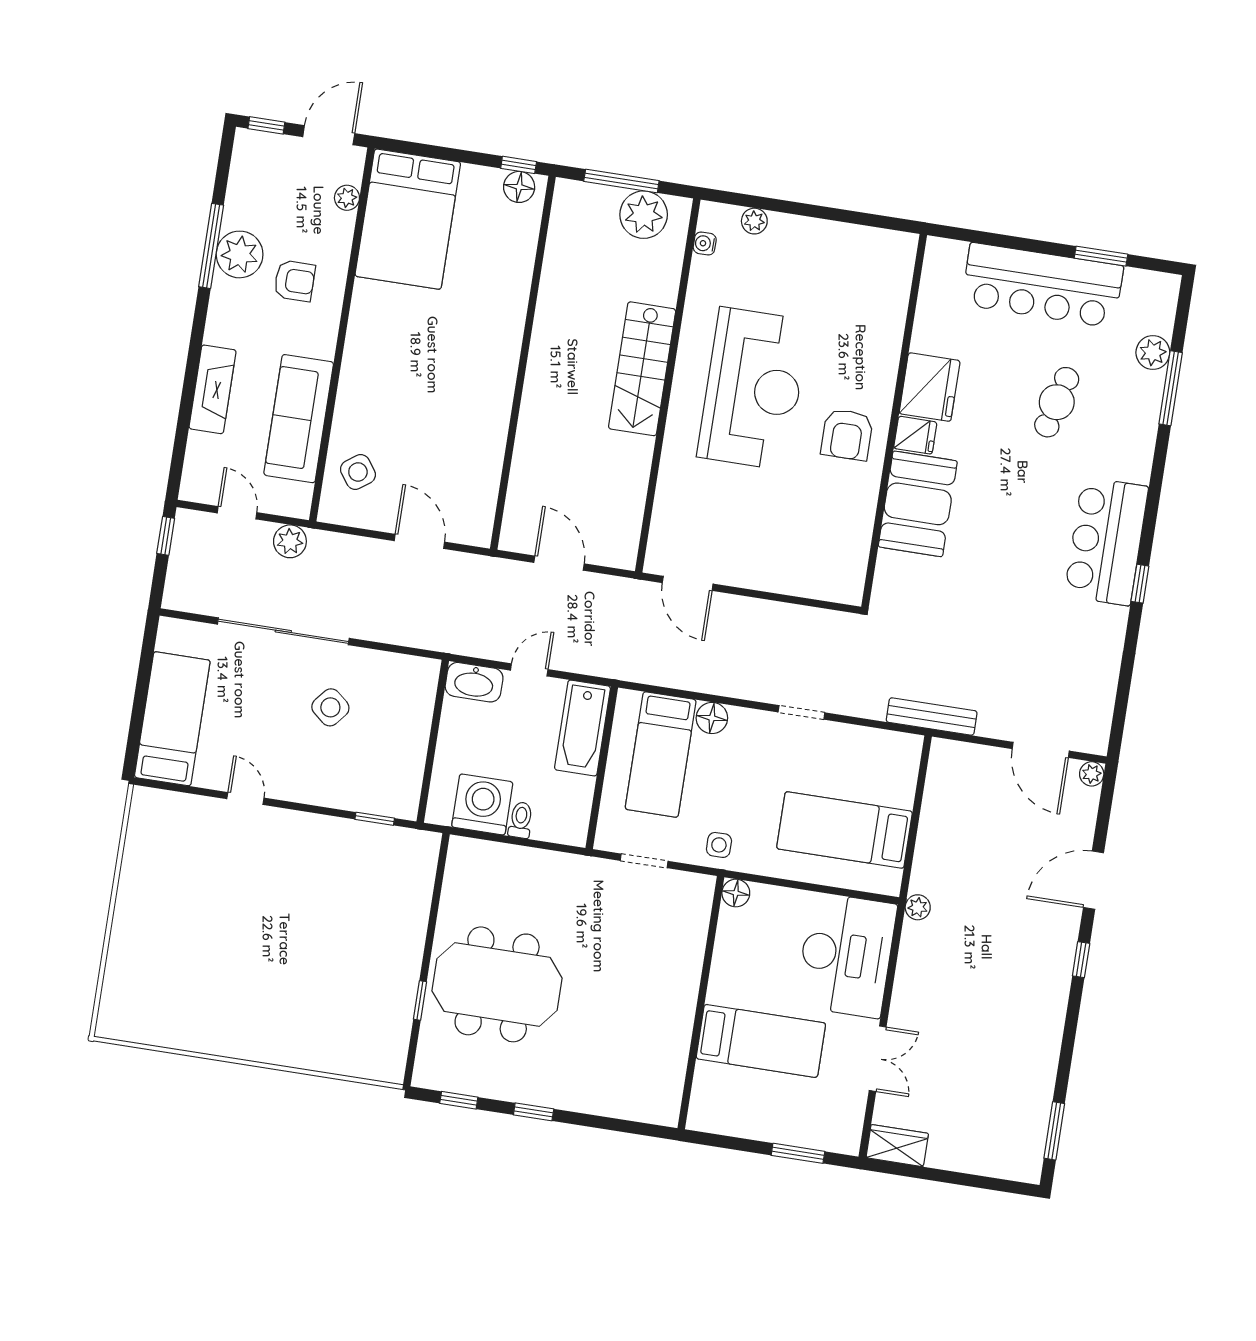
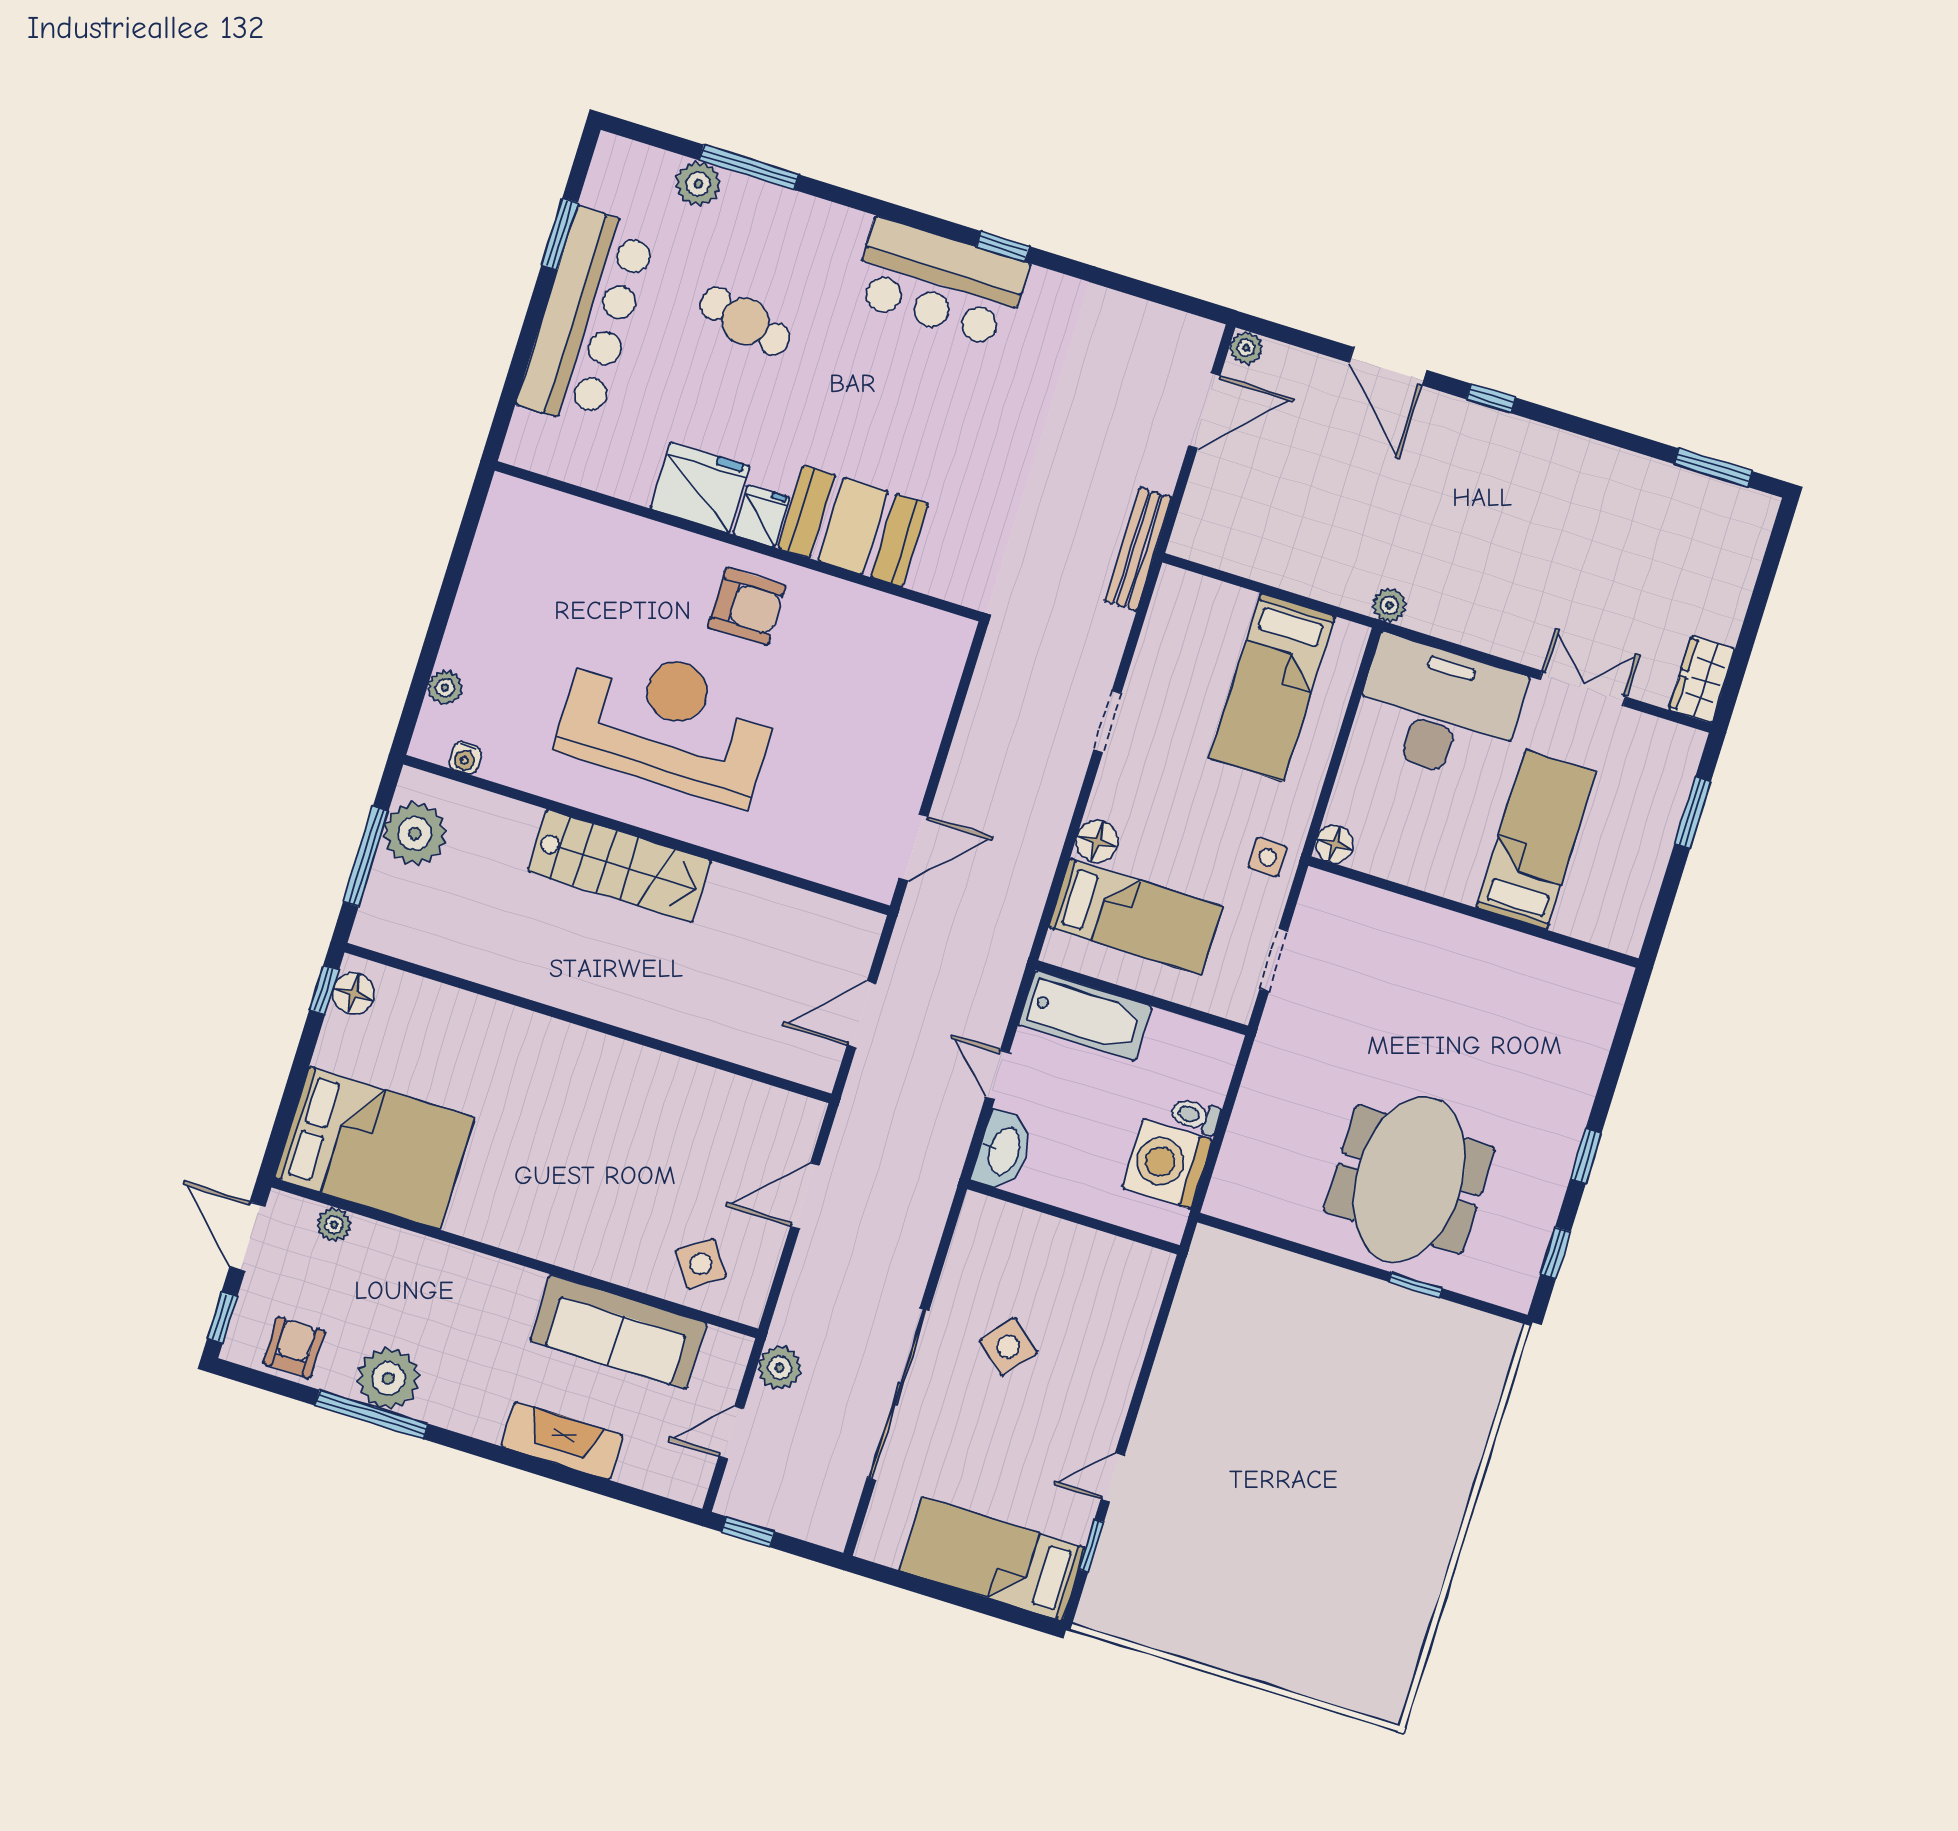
armchair: (294, 281) -> (294, 1347), moved
window: (375, 819) -> (1091, 1546), moved

